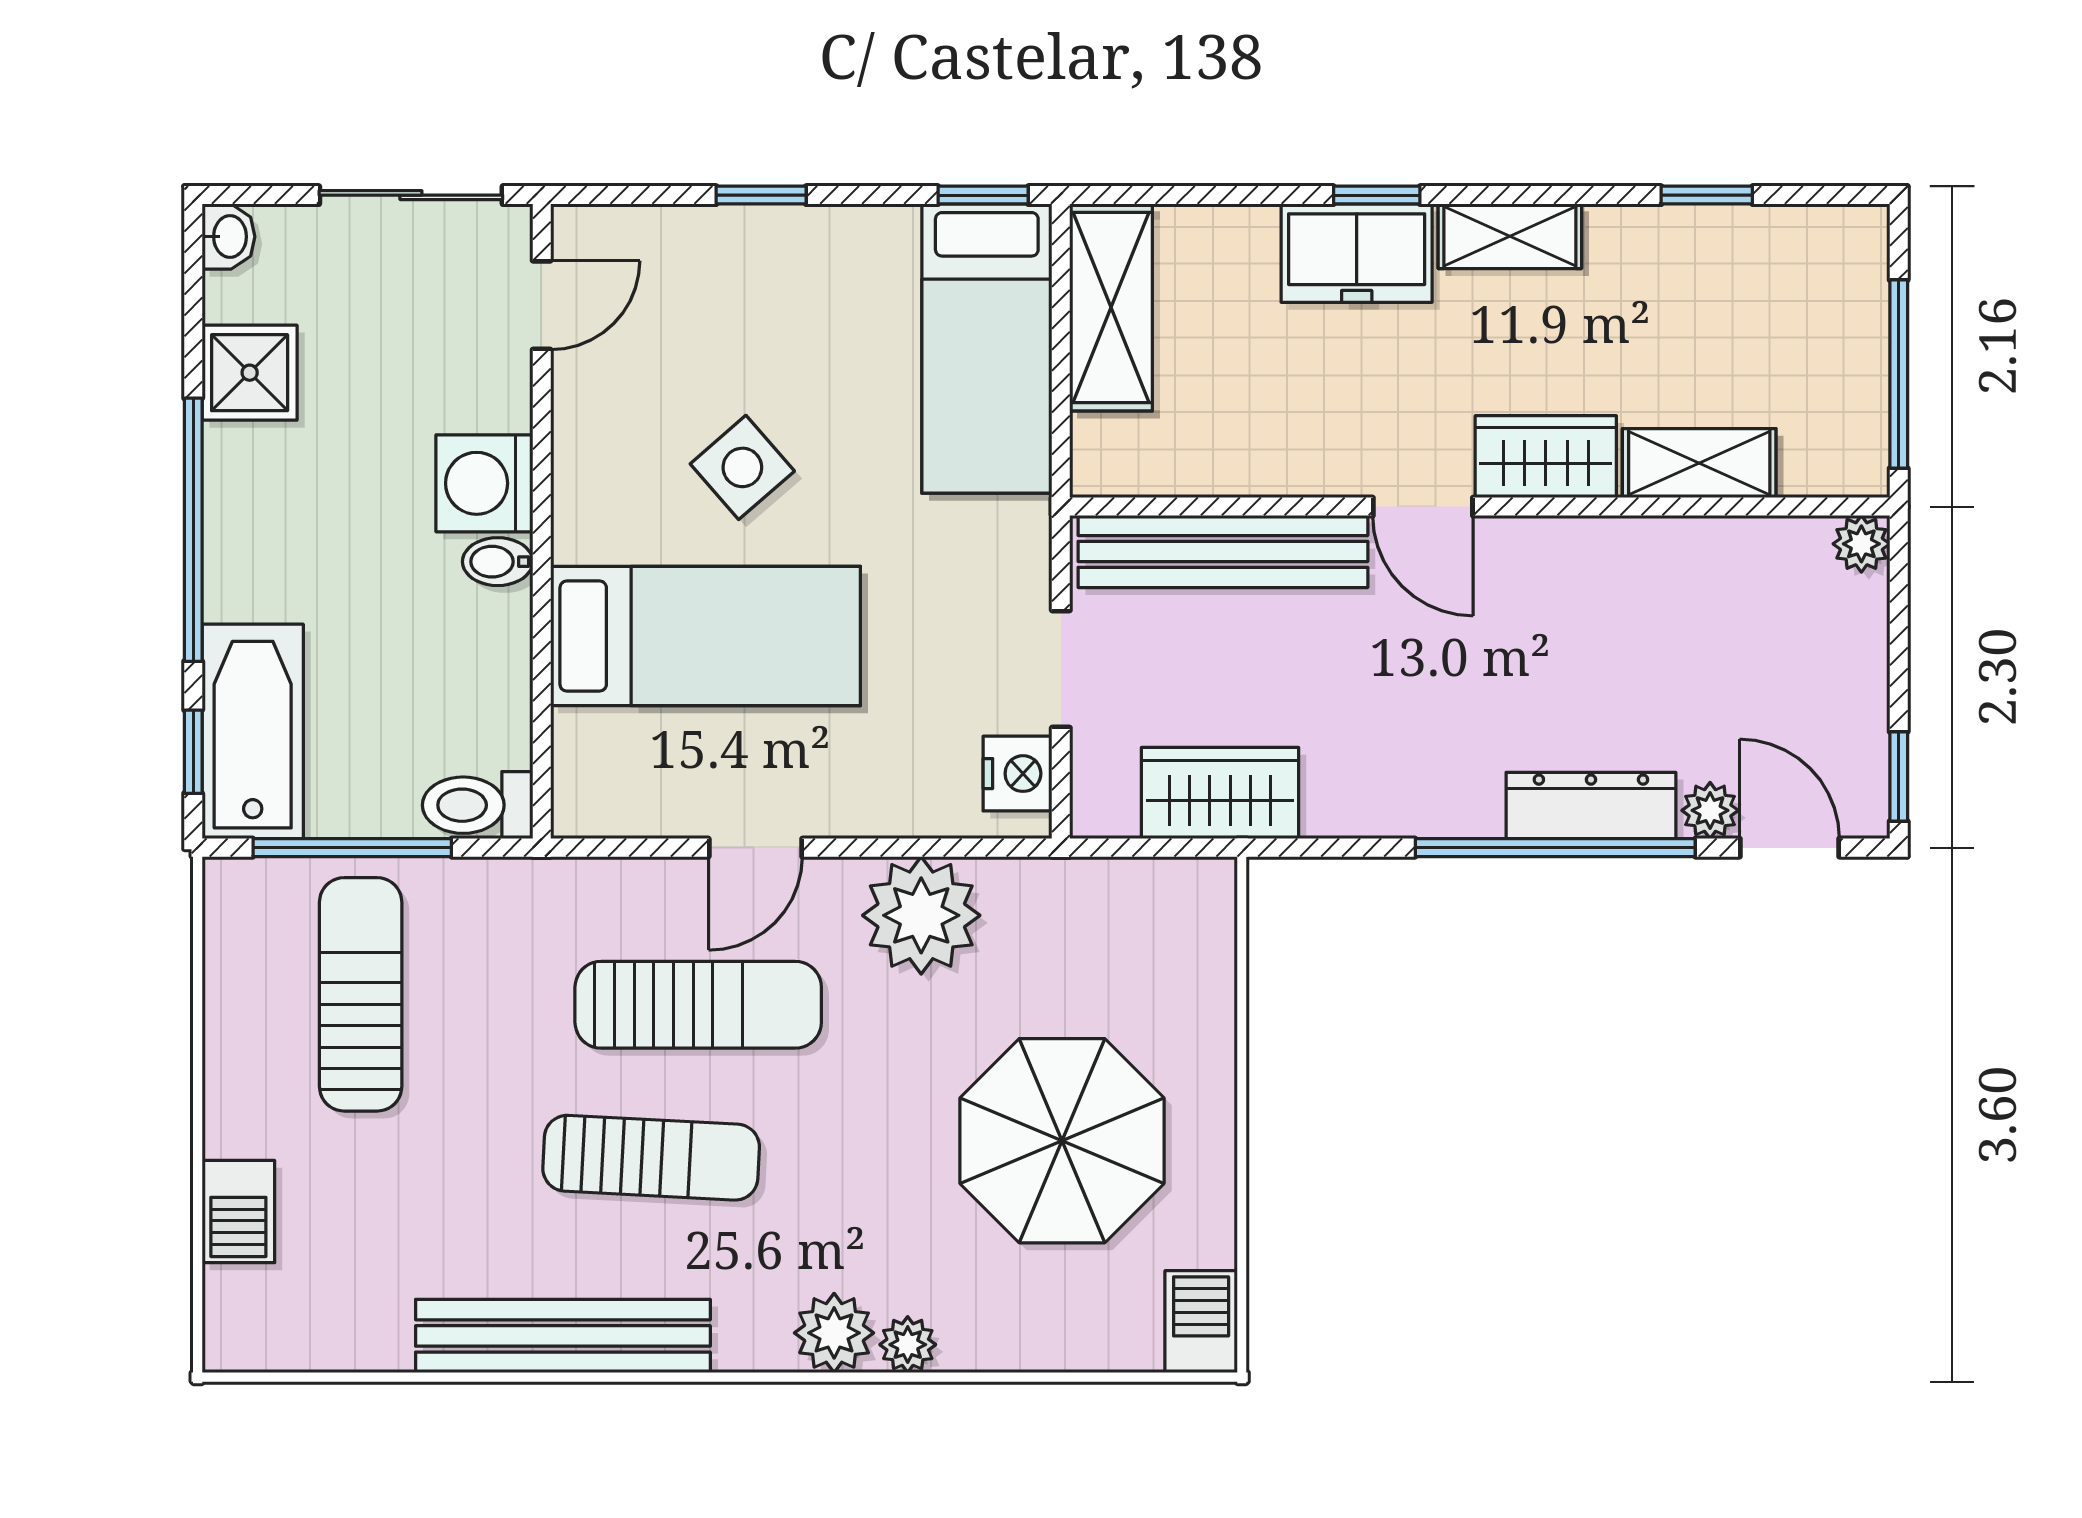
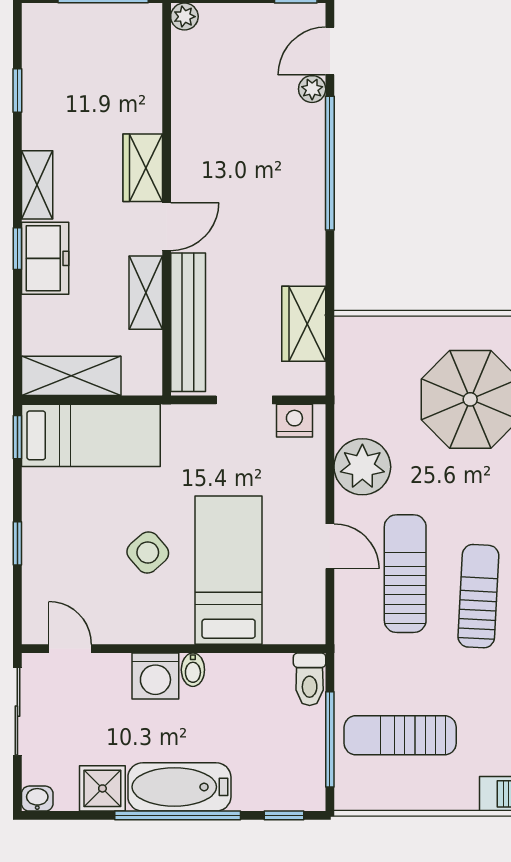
shelving: (1699, 463) -> (146, 293), moved
bathtub: (253, 731) -> (179, 787), moved
dresser: (1591, 806) -> (310, 146), removed

